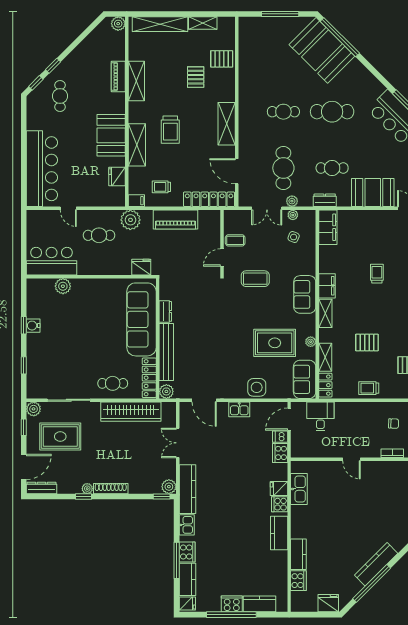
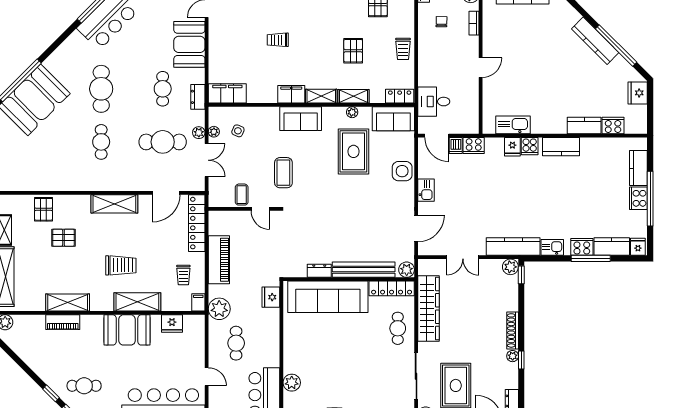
door: (68, 208) -> (207, 377), hinge flipped
shelving: (325, 357) -> (354, 96), moved

